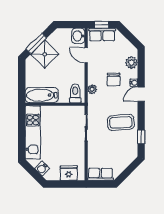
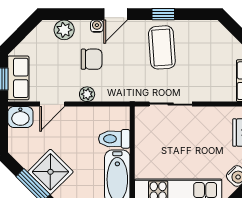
plant: (92, 89) -> (87, 94), moved
toilet: (75, 93) -> (114, 139), moved
door: (141, 94) -> (116, 14), hinge flipped
window: (141, 137) -> (163, 14), moved

